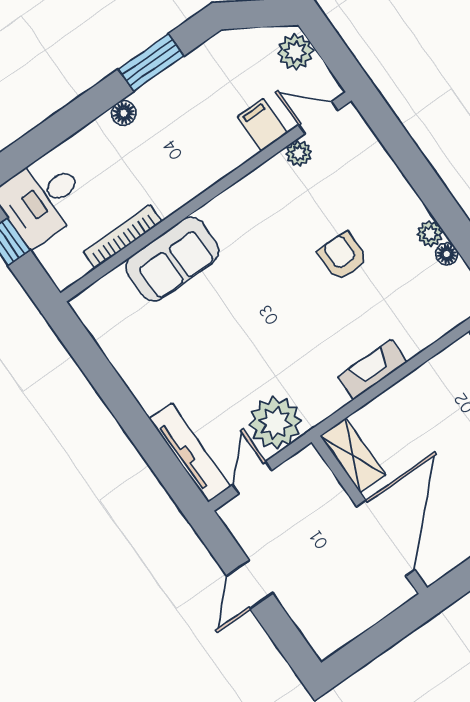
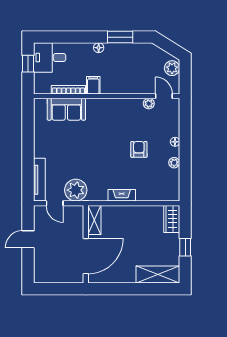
filing cabinet: (262, 125) -> (93, 85), moved
floor lamp: (447, 254) -> (175, 142), moved
sofa: (172, 259) -> (66, 109), moved
door: (252, 478) -> (55, 203), swing flipped

